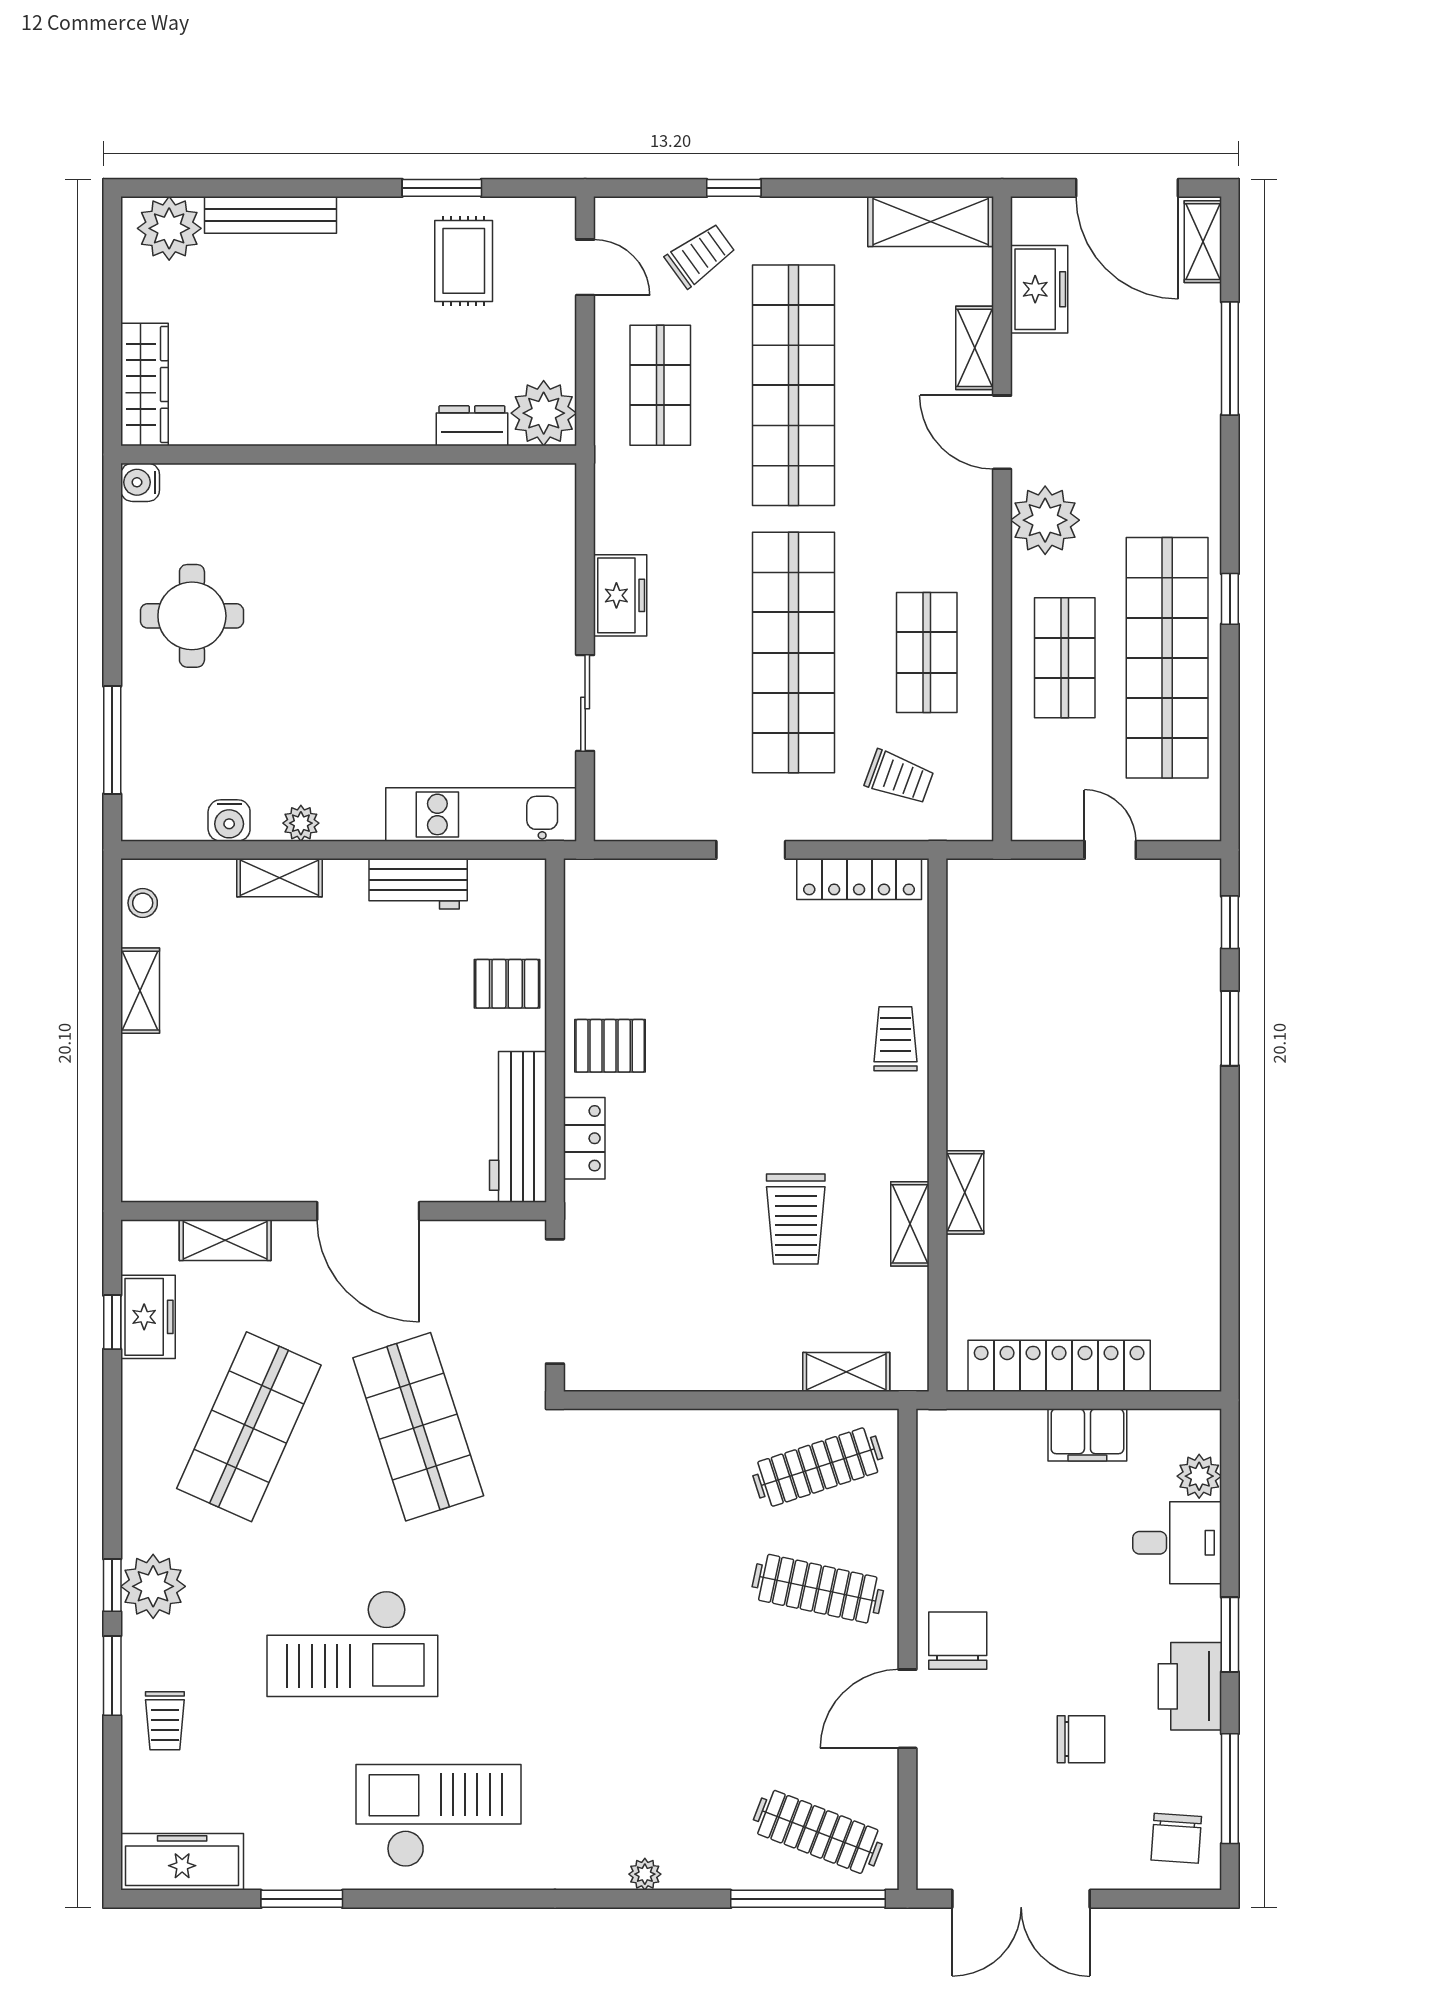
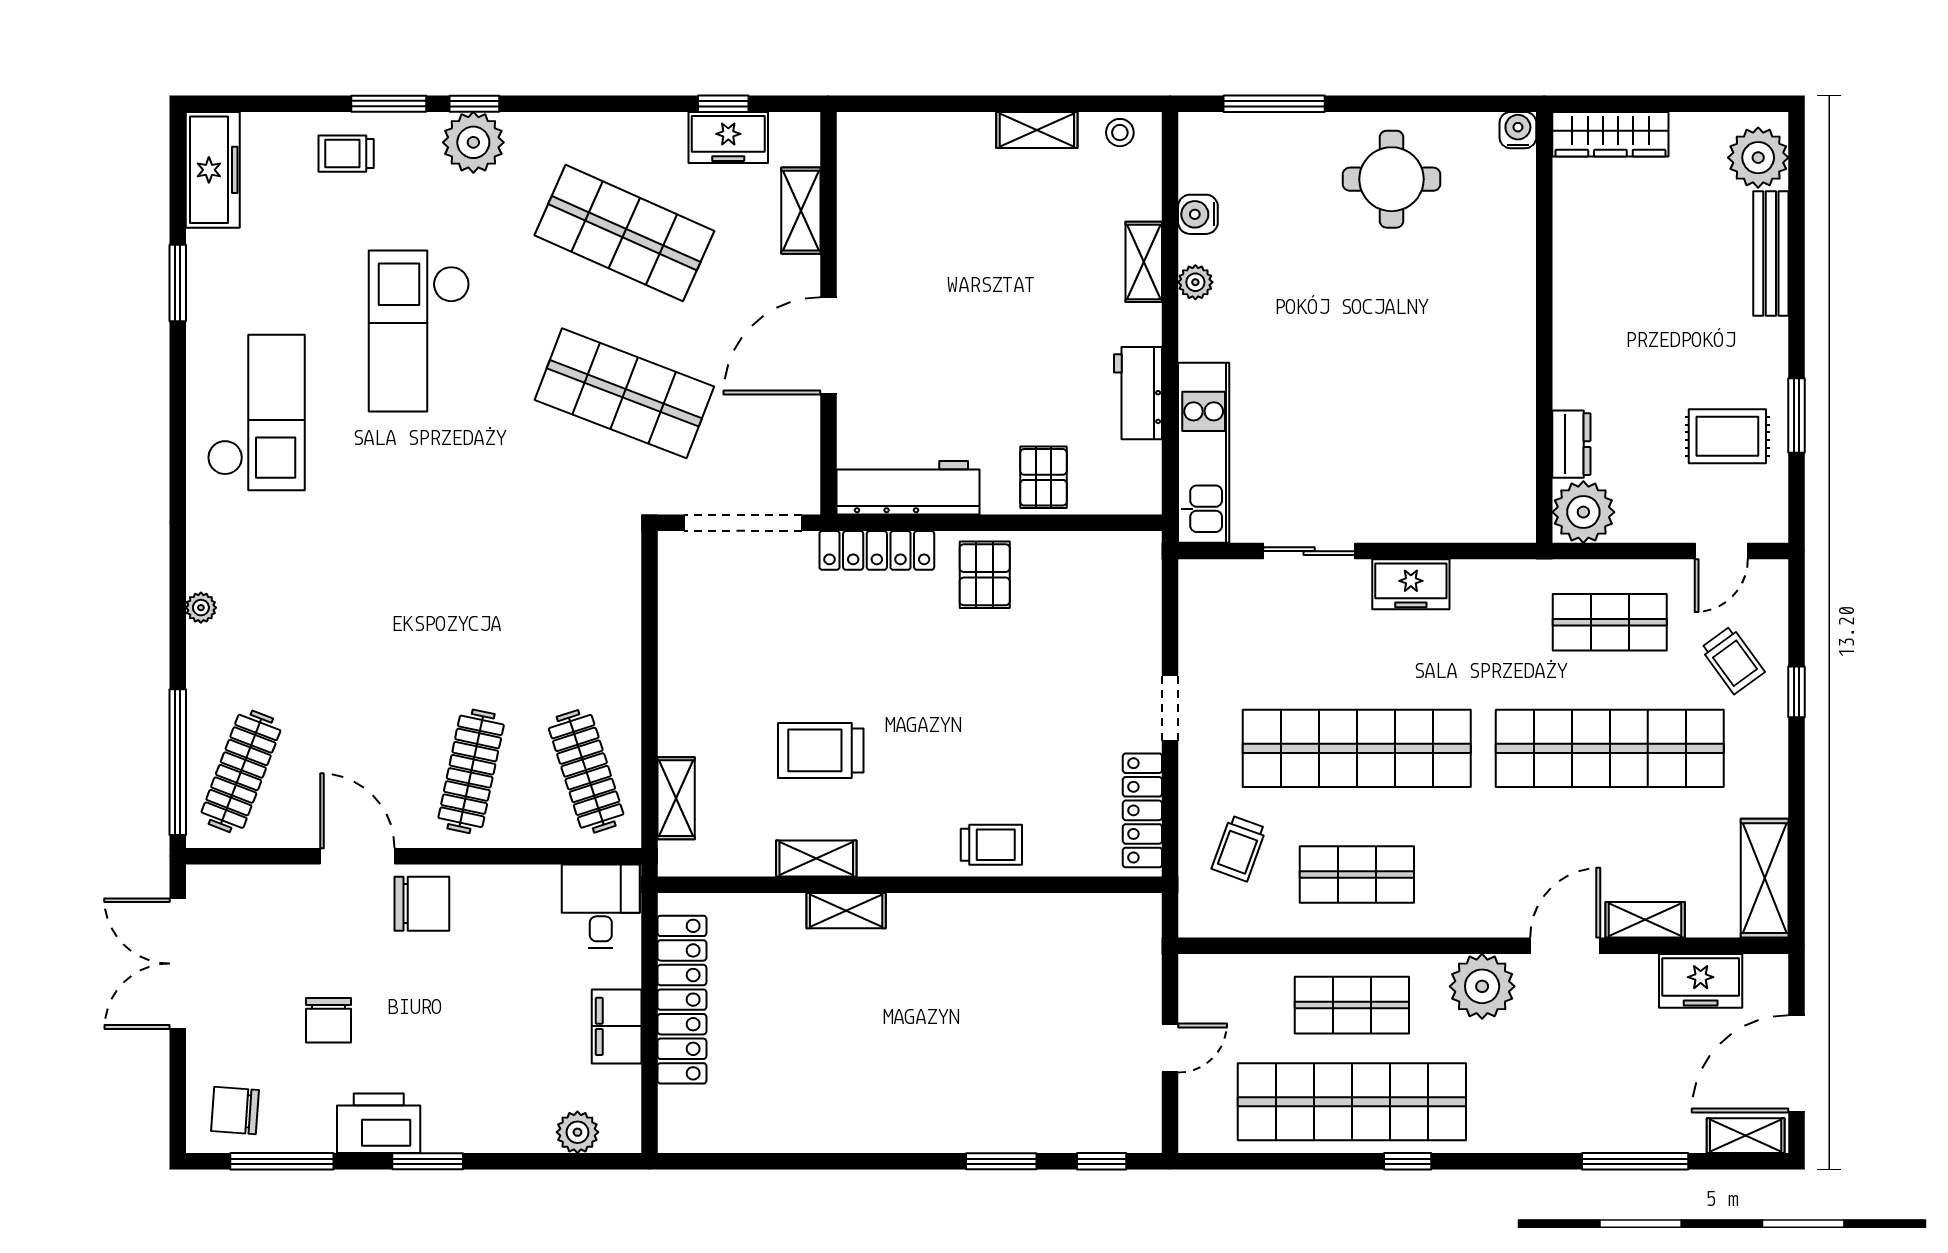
locker: (584, 1138) -> (877, 550), width x1.53
shop shelf: (418, 1427) -> (624, 393), turned 39
desk: (1177, 1543) -> (601, 906), moved, turned 180

